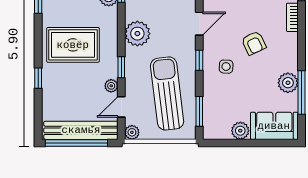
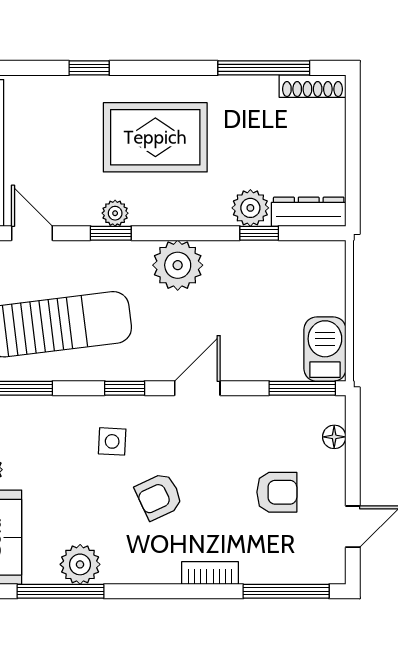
door: (199, 24) -> (197, 388), swing flipped
rug: (73, 45) -> (155, 137), turned 90
plant: (111, 86) -> (115, 213), moved

